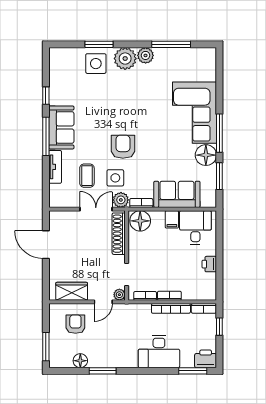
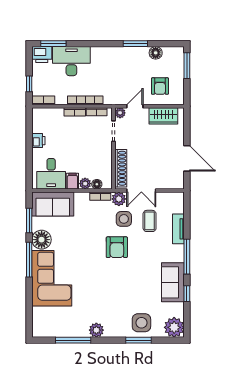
plant: (125, 59) -> (174, 327), moved
sofa: (61, 127) -> (173, 282), moved
sofa: (177, 194) -> (53, 204), moved
plant: (158, 217) -> (85, 184), added
floor lamp: (140, 221) -> (97, 184), width x0.53, depth x0.53
bookcase: (171, 308) -> (85, 100), moved
desk: (159, 352) -> (71, 61), moved

